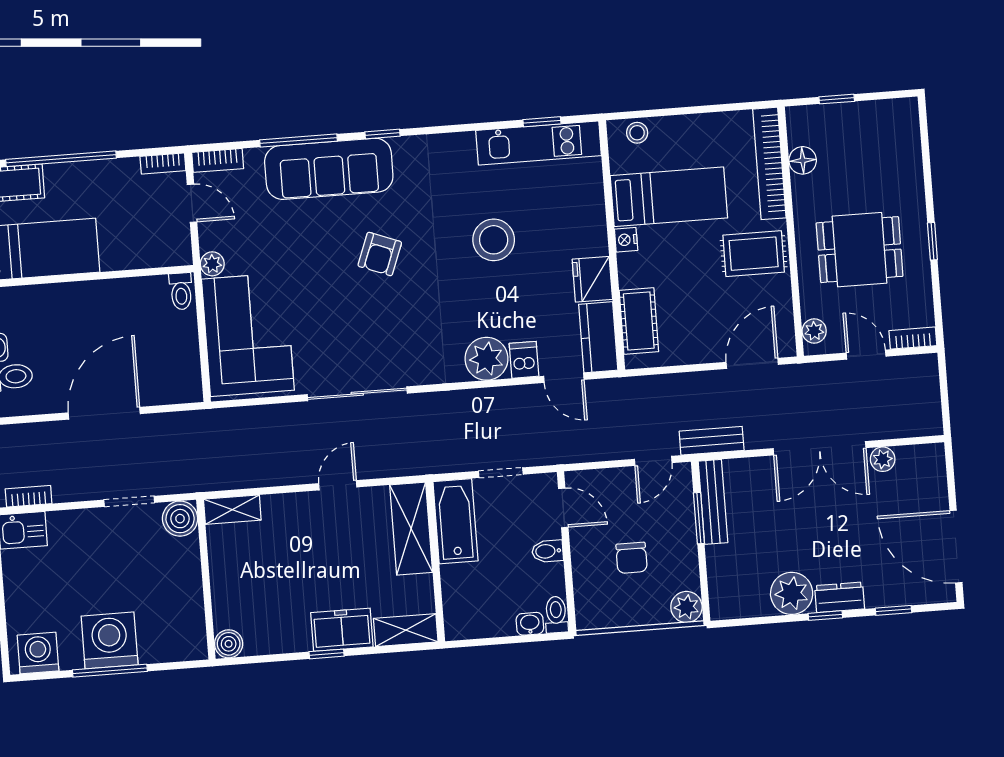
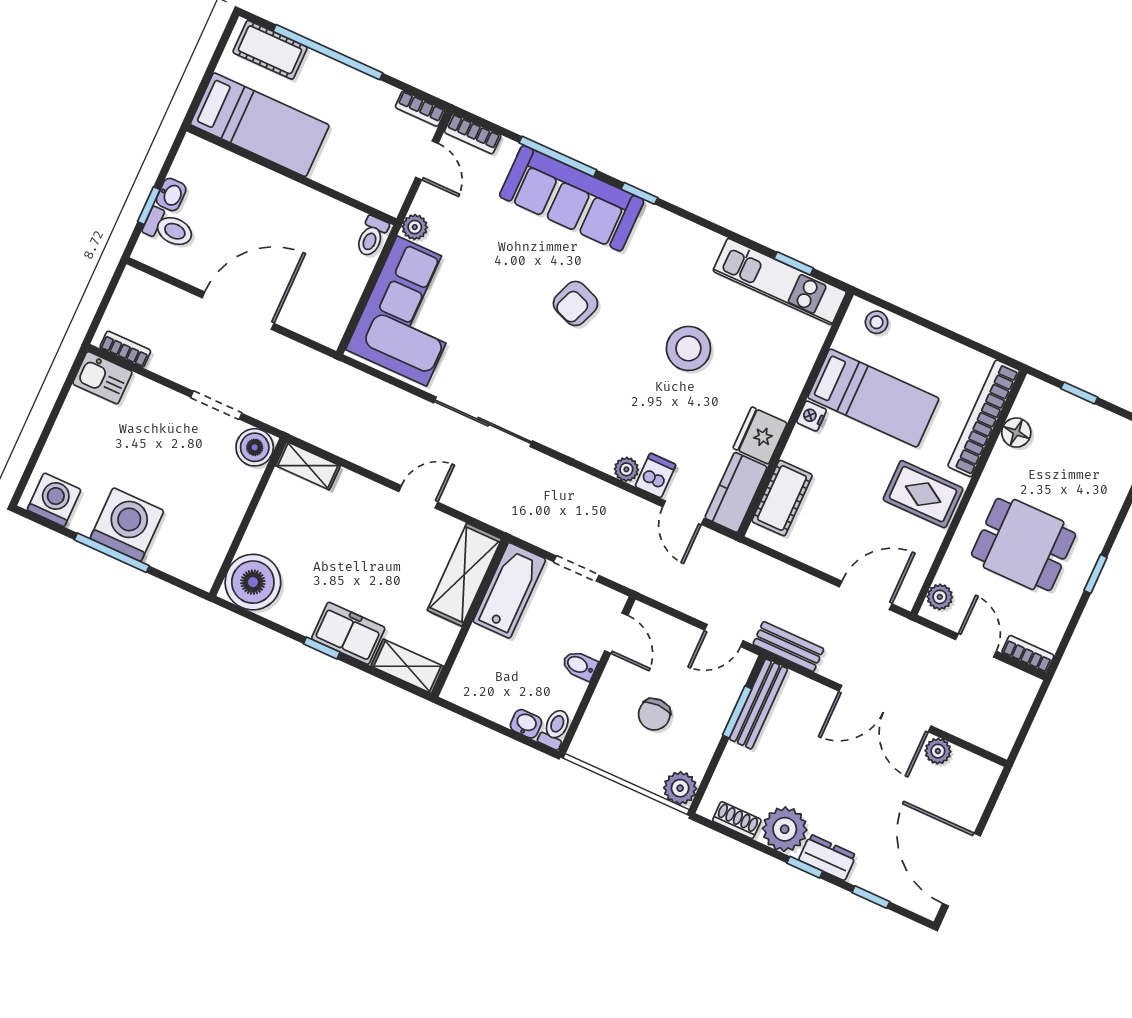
plant: (486, 359) -> (626, 469), width x0.53, depth x0.53
shoe rack: (748, 608) -> (737, 820), added
boiler: (229, 644) -> (253, 582), width x1.86, depth x1.86

